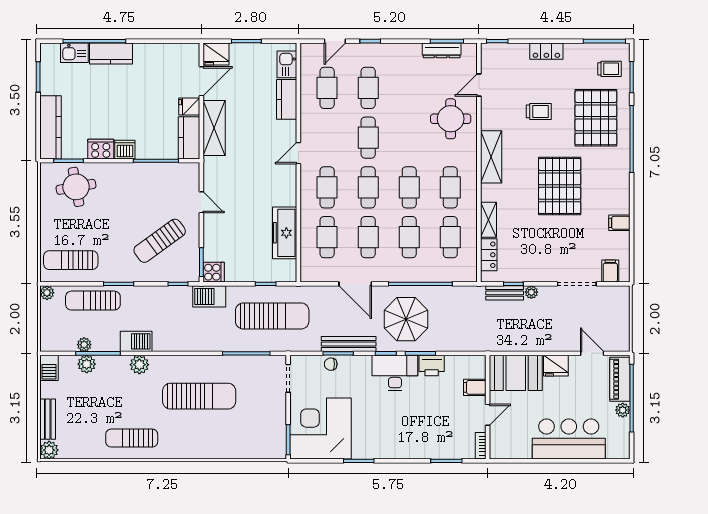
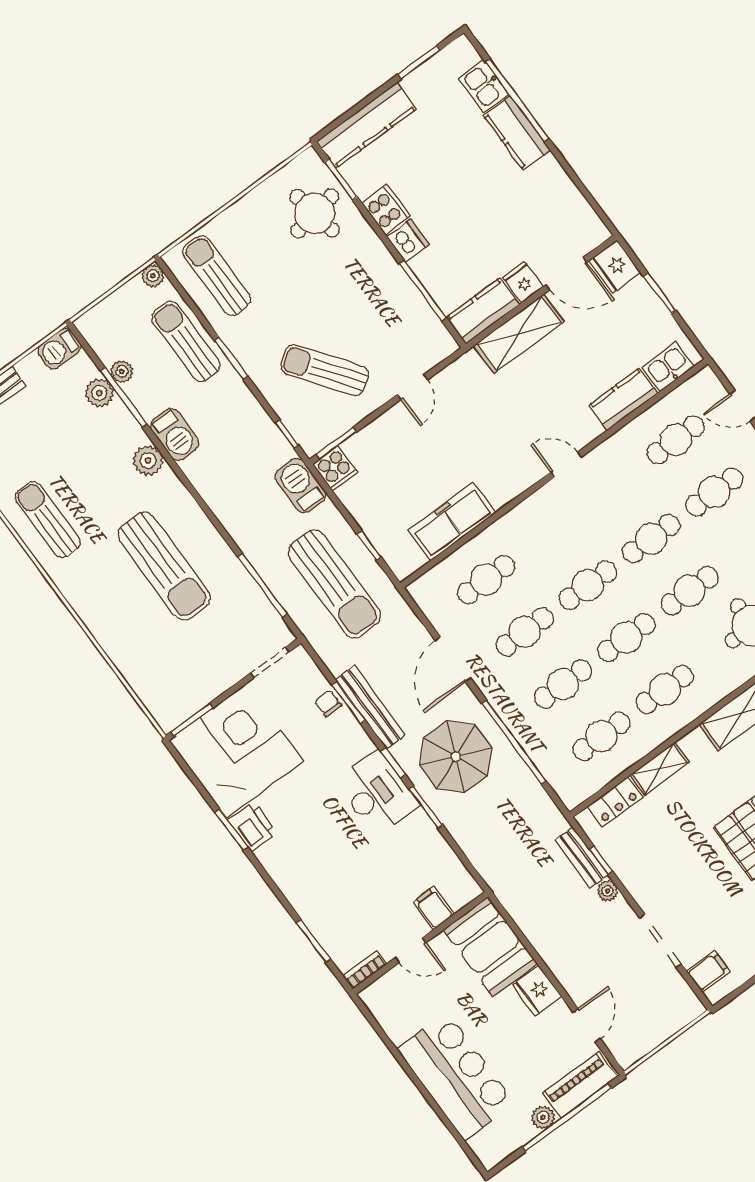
cafe table: (327, 187) -> (689, 591), moved
printer: (432, 365) -> (253, 826), moved, turned 180

